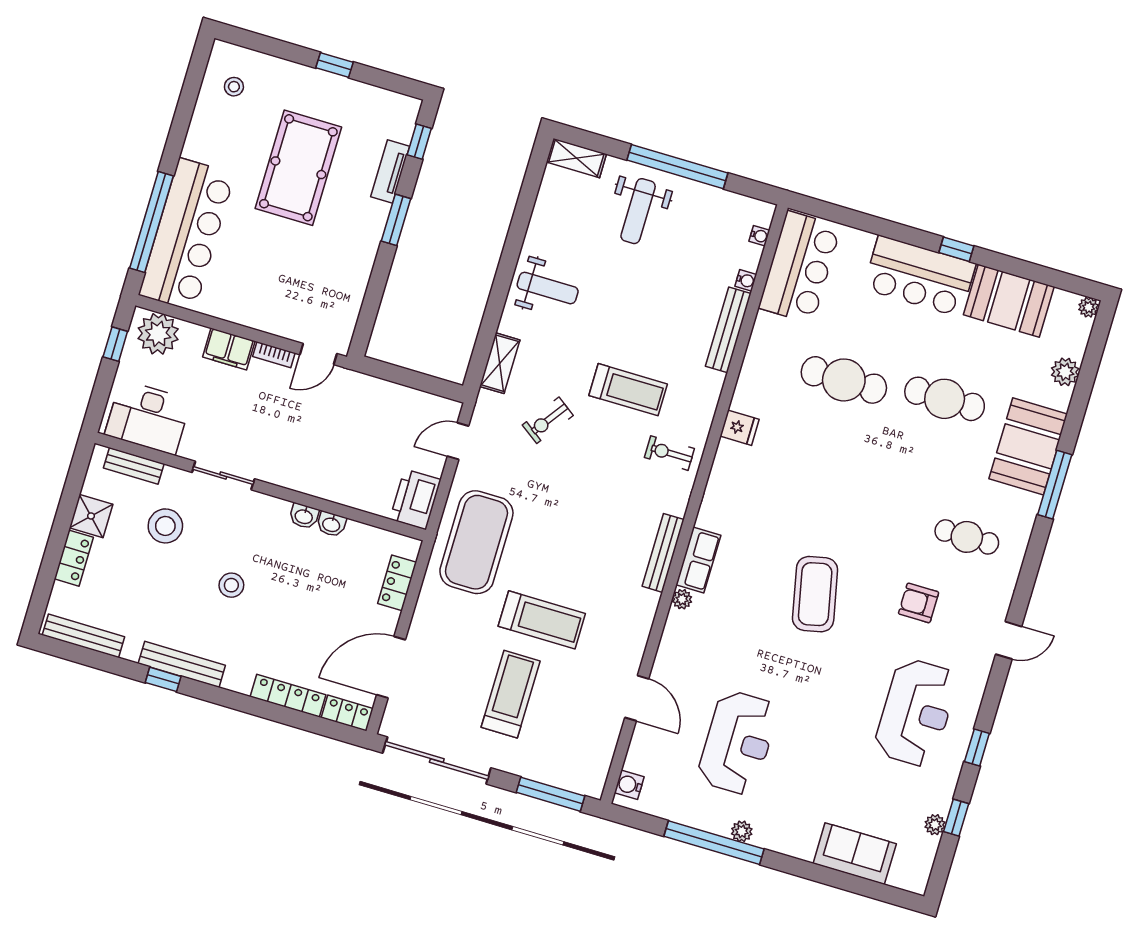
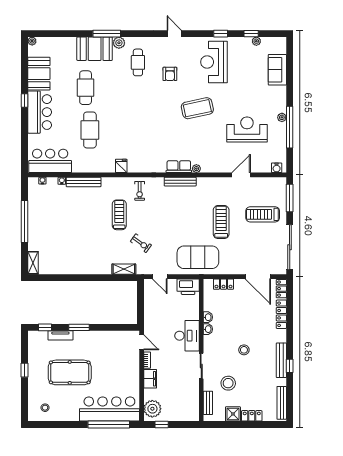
weight bench: (638, 211) -> (47, 232), removed
weight bench: (548, 288) -> (88, 259), removed
plant: (1065, 372) -> (119, 43), moved
desk: (148, 417) -> (187, 336), moved
coffee table: (815, 594) -> (197, 108), moved
treadmill: (511, 694) -> (263, 214), moved
reception desk: (916, 713) -> (214, 62), turned -90

